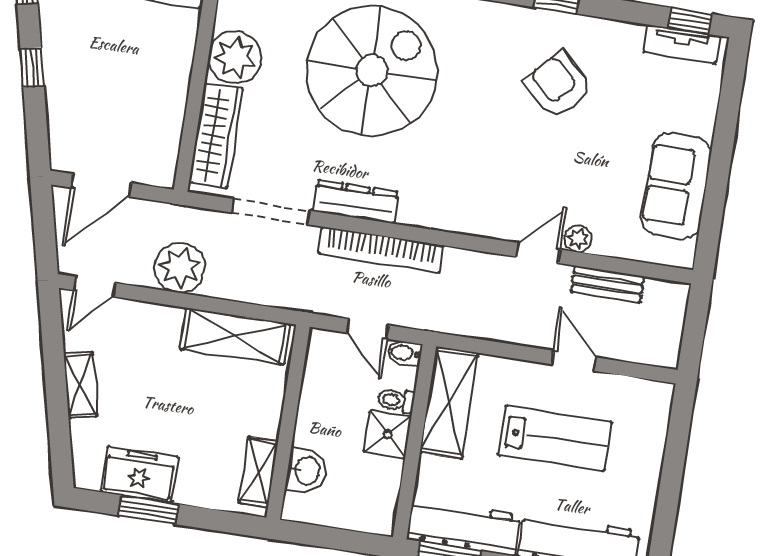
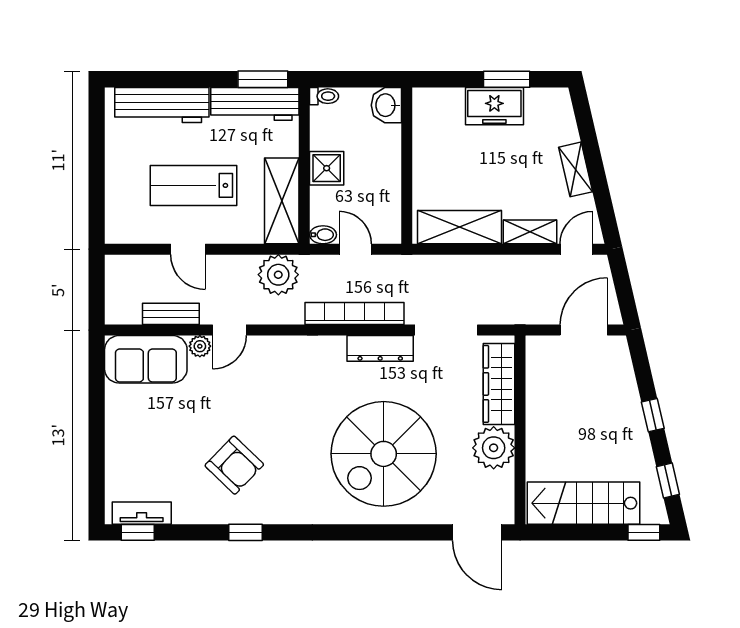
sofa: (676, 186) -> (146, 359), moved, turned 90
plant: (180, 268) -> (278, 275), moved
toilet: (396, 400) -> (324, 96), moved
washbasin: (306, 471) -> (386, 105), moved
shelving: (258, 472) -> (530, 232), moved, turned 90
freezer: (139, 474) -> (494, 106), moved

